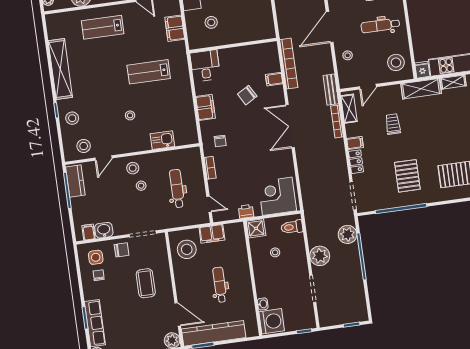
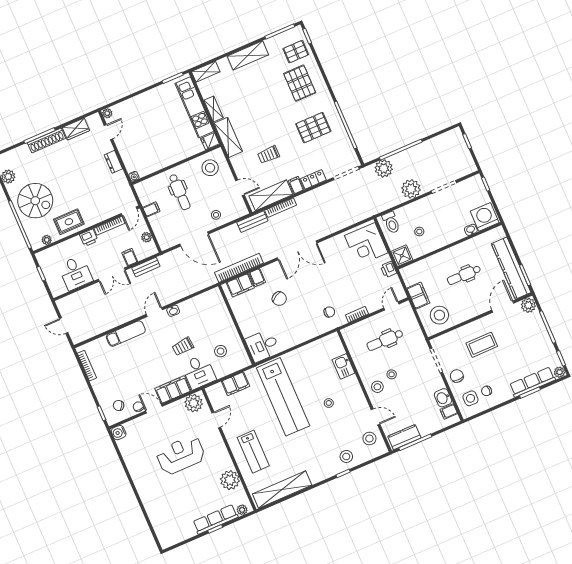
shelving: (60, 69) -> (282, 490), moved
lab bench: (149, 72) -> (283, 397), width x1.86, depth x1.39
filing cabinet: (205, 107) -> (240, 285), moved, turned 180
shelving: (349, 109) -> (271, 195), width x1.50, depth x1.33

